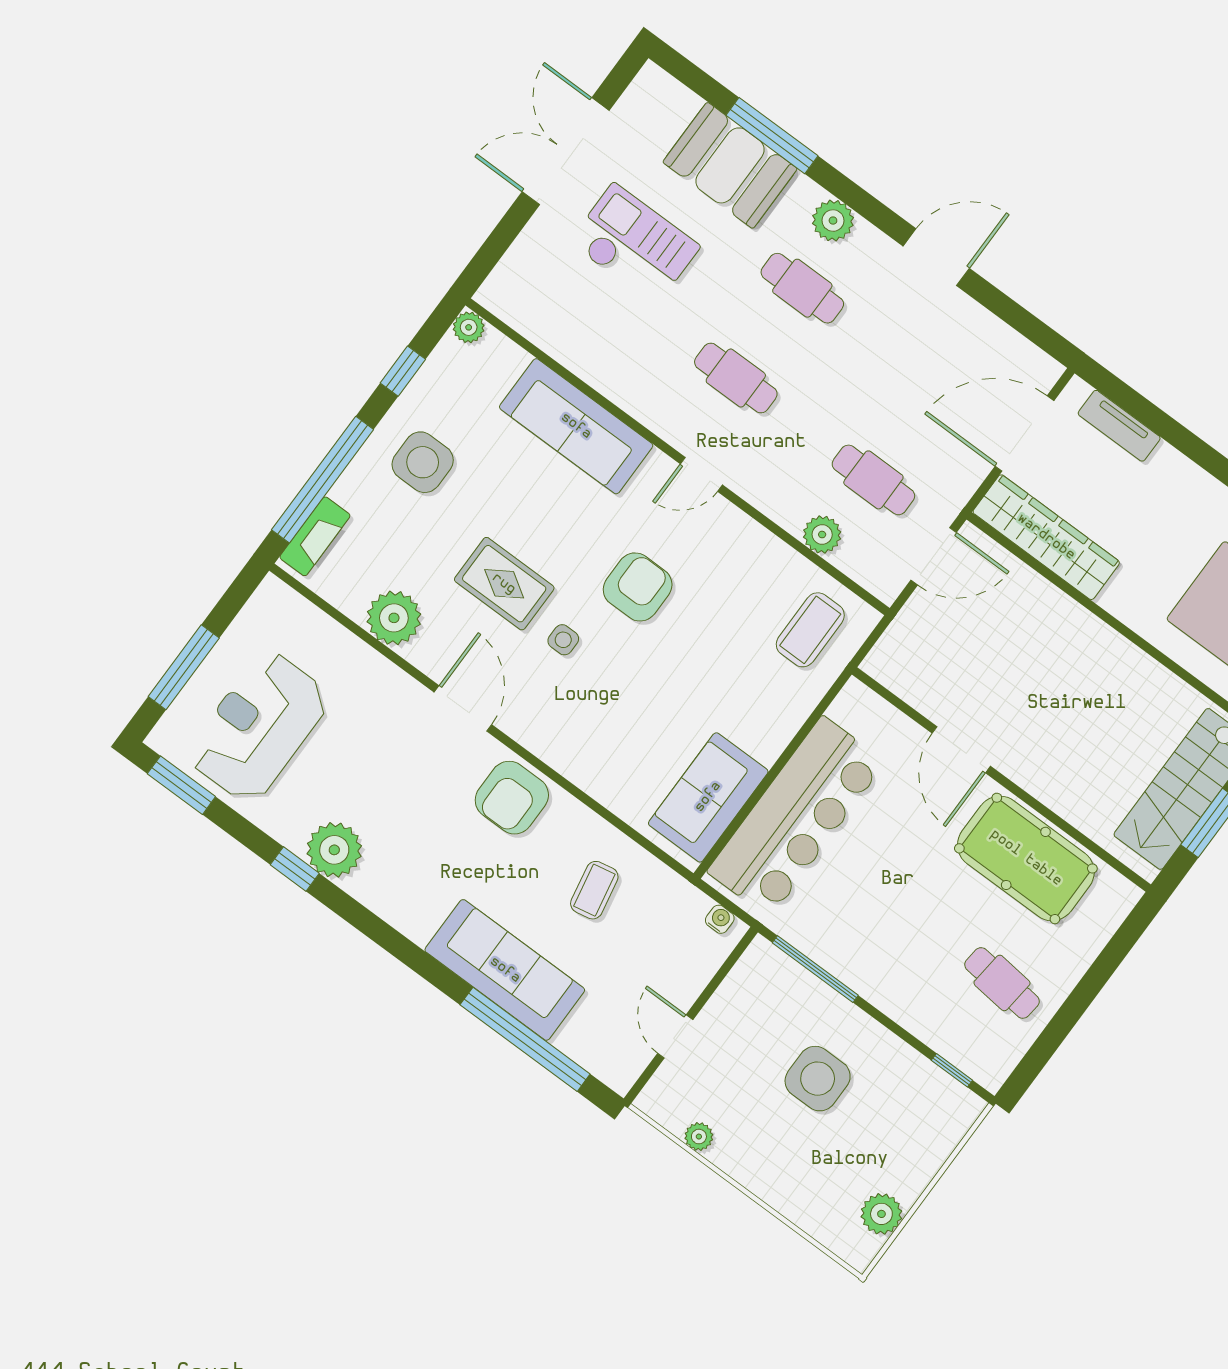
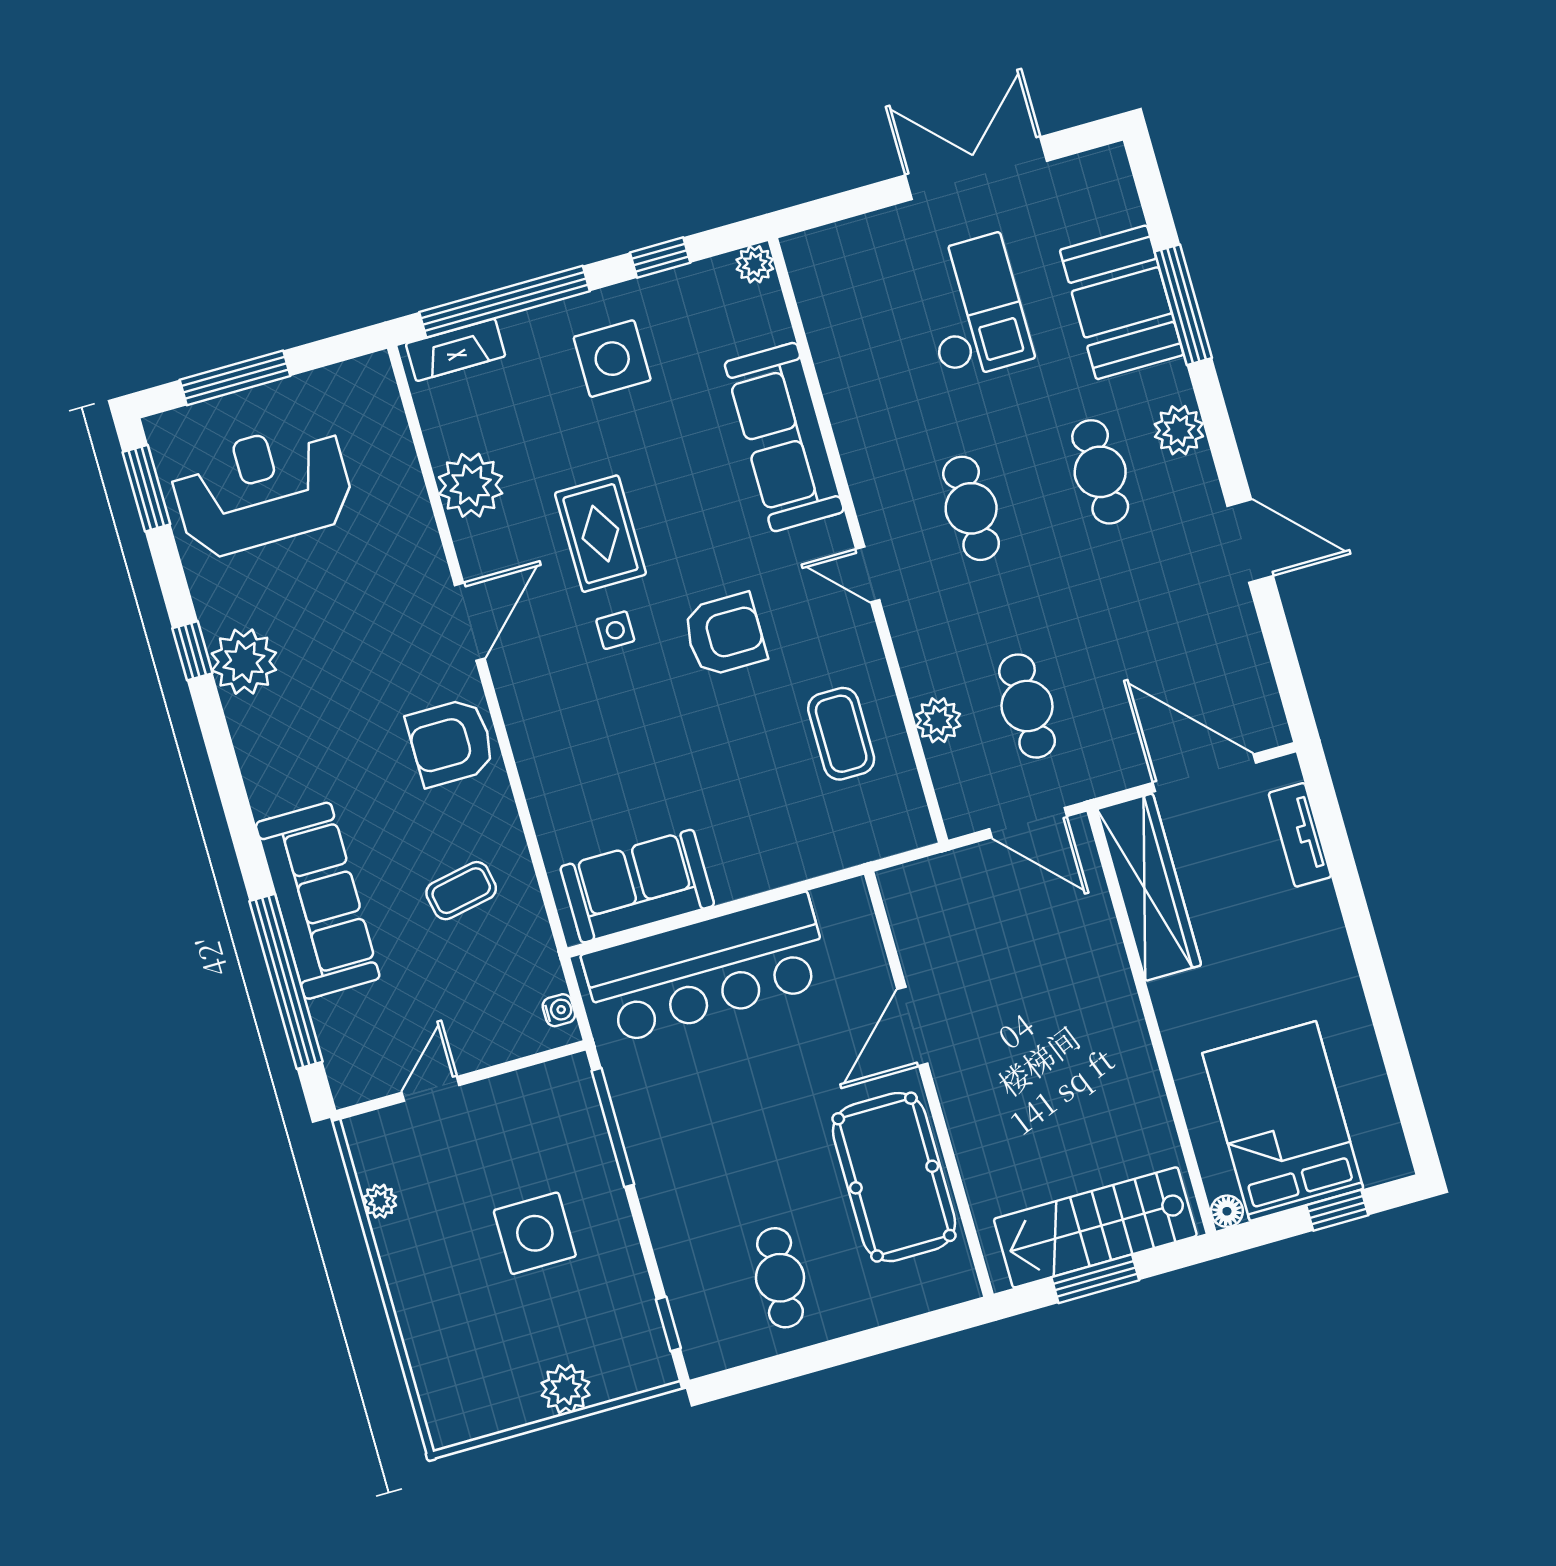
coffee table: (810, 630) -> (841, 734), moved, turned 90
plant: (881, 1214) -> (566, 1389), moved

